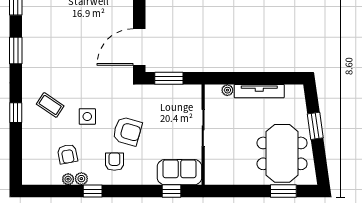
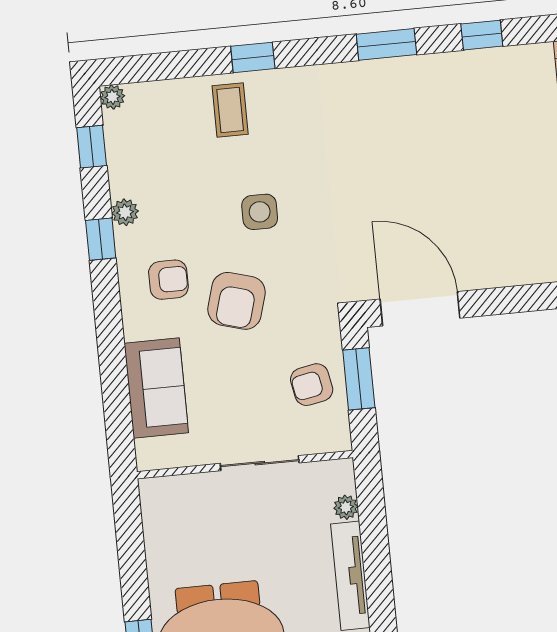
coffee table: (50, 105) -> (230, 110), moved, turned -34
armchair: (67, 154) -> (312, 385), moved
sofa: (180, 172) -> (156, 388), moved
plant: (68, 179) -> (112, 97), moved
window: (172, 191) -> (92, 147), moved

